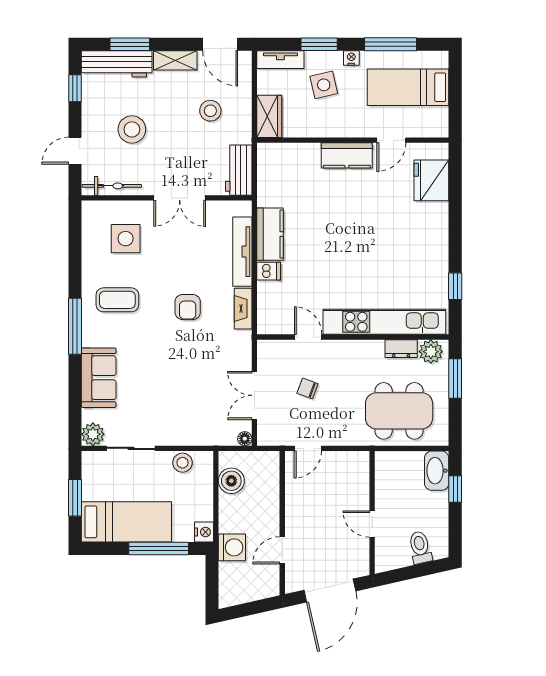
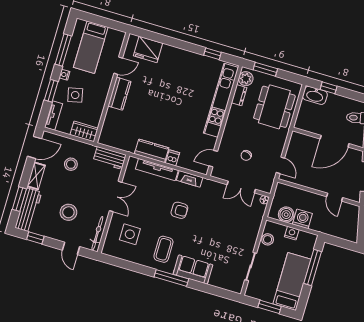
door: (391, 140) -> (118, 66), hinge flipped
door: (308, 337) -> (213, 159), moved
sofa: (99, 378) -> (193, 270), moved
plant: (93, 434) -> (236, 286), removed
door: (372, 524) -> (335, 141), width x1.87
nightstand: (204, 532) -> (292, 233), moved
washing machine: (232, 547) -> (302, 219), moved

